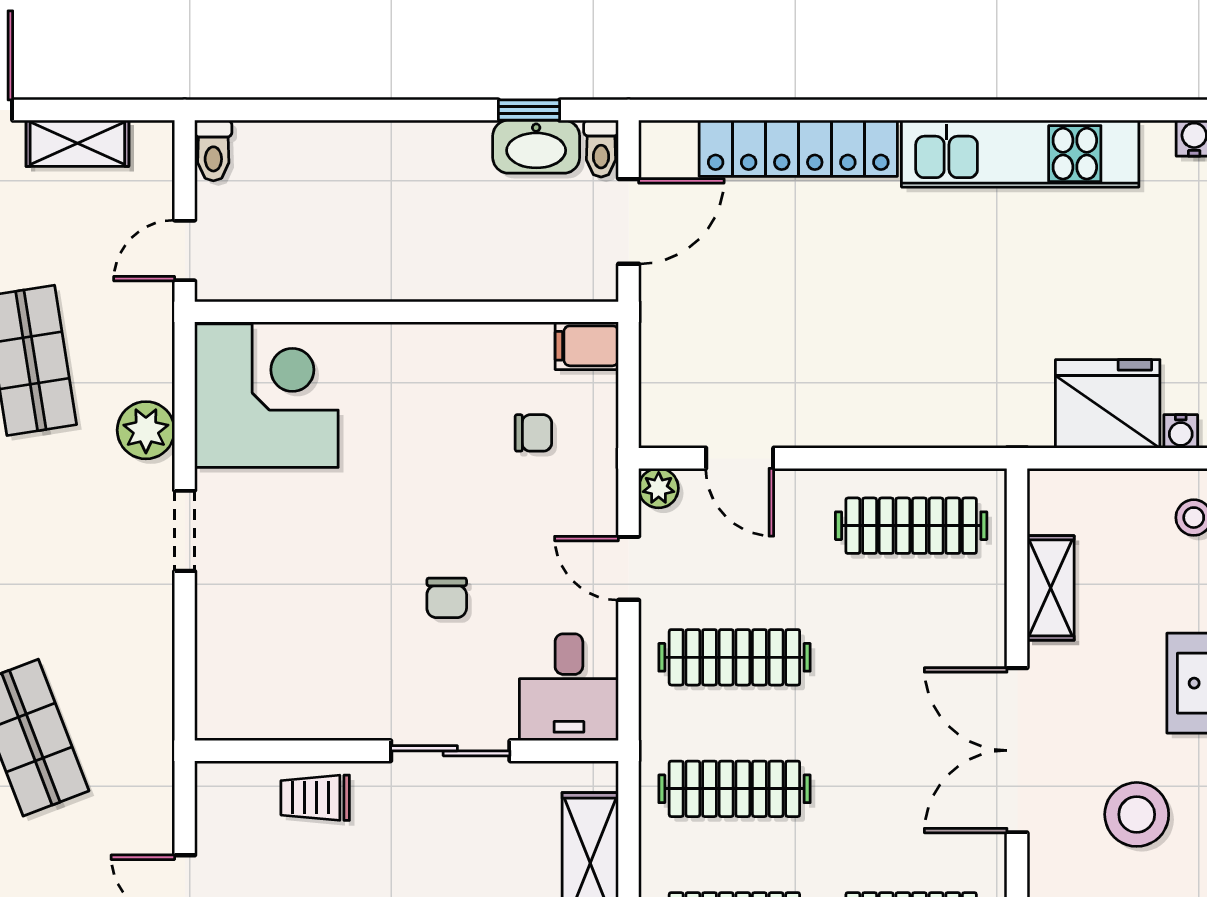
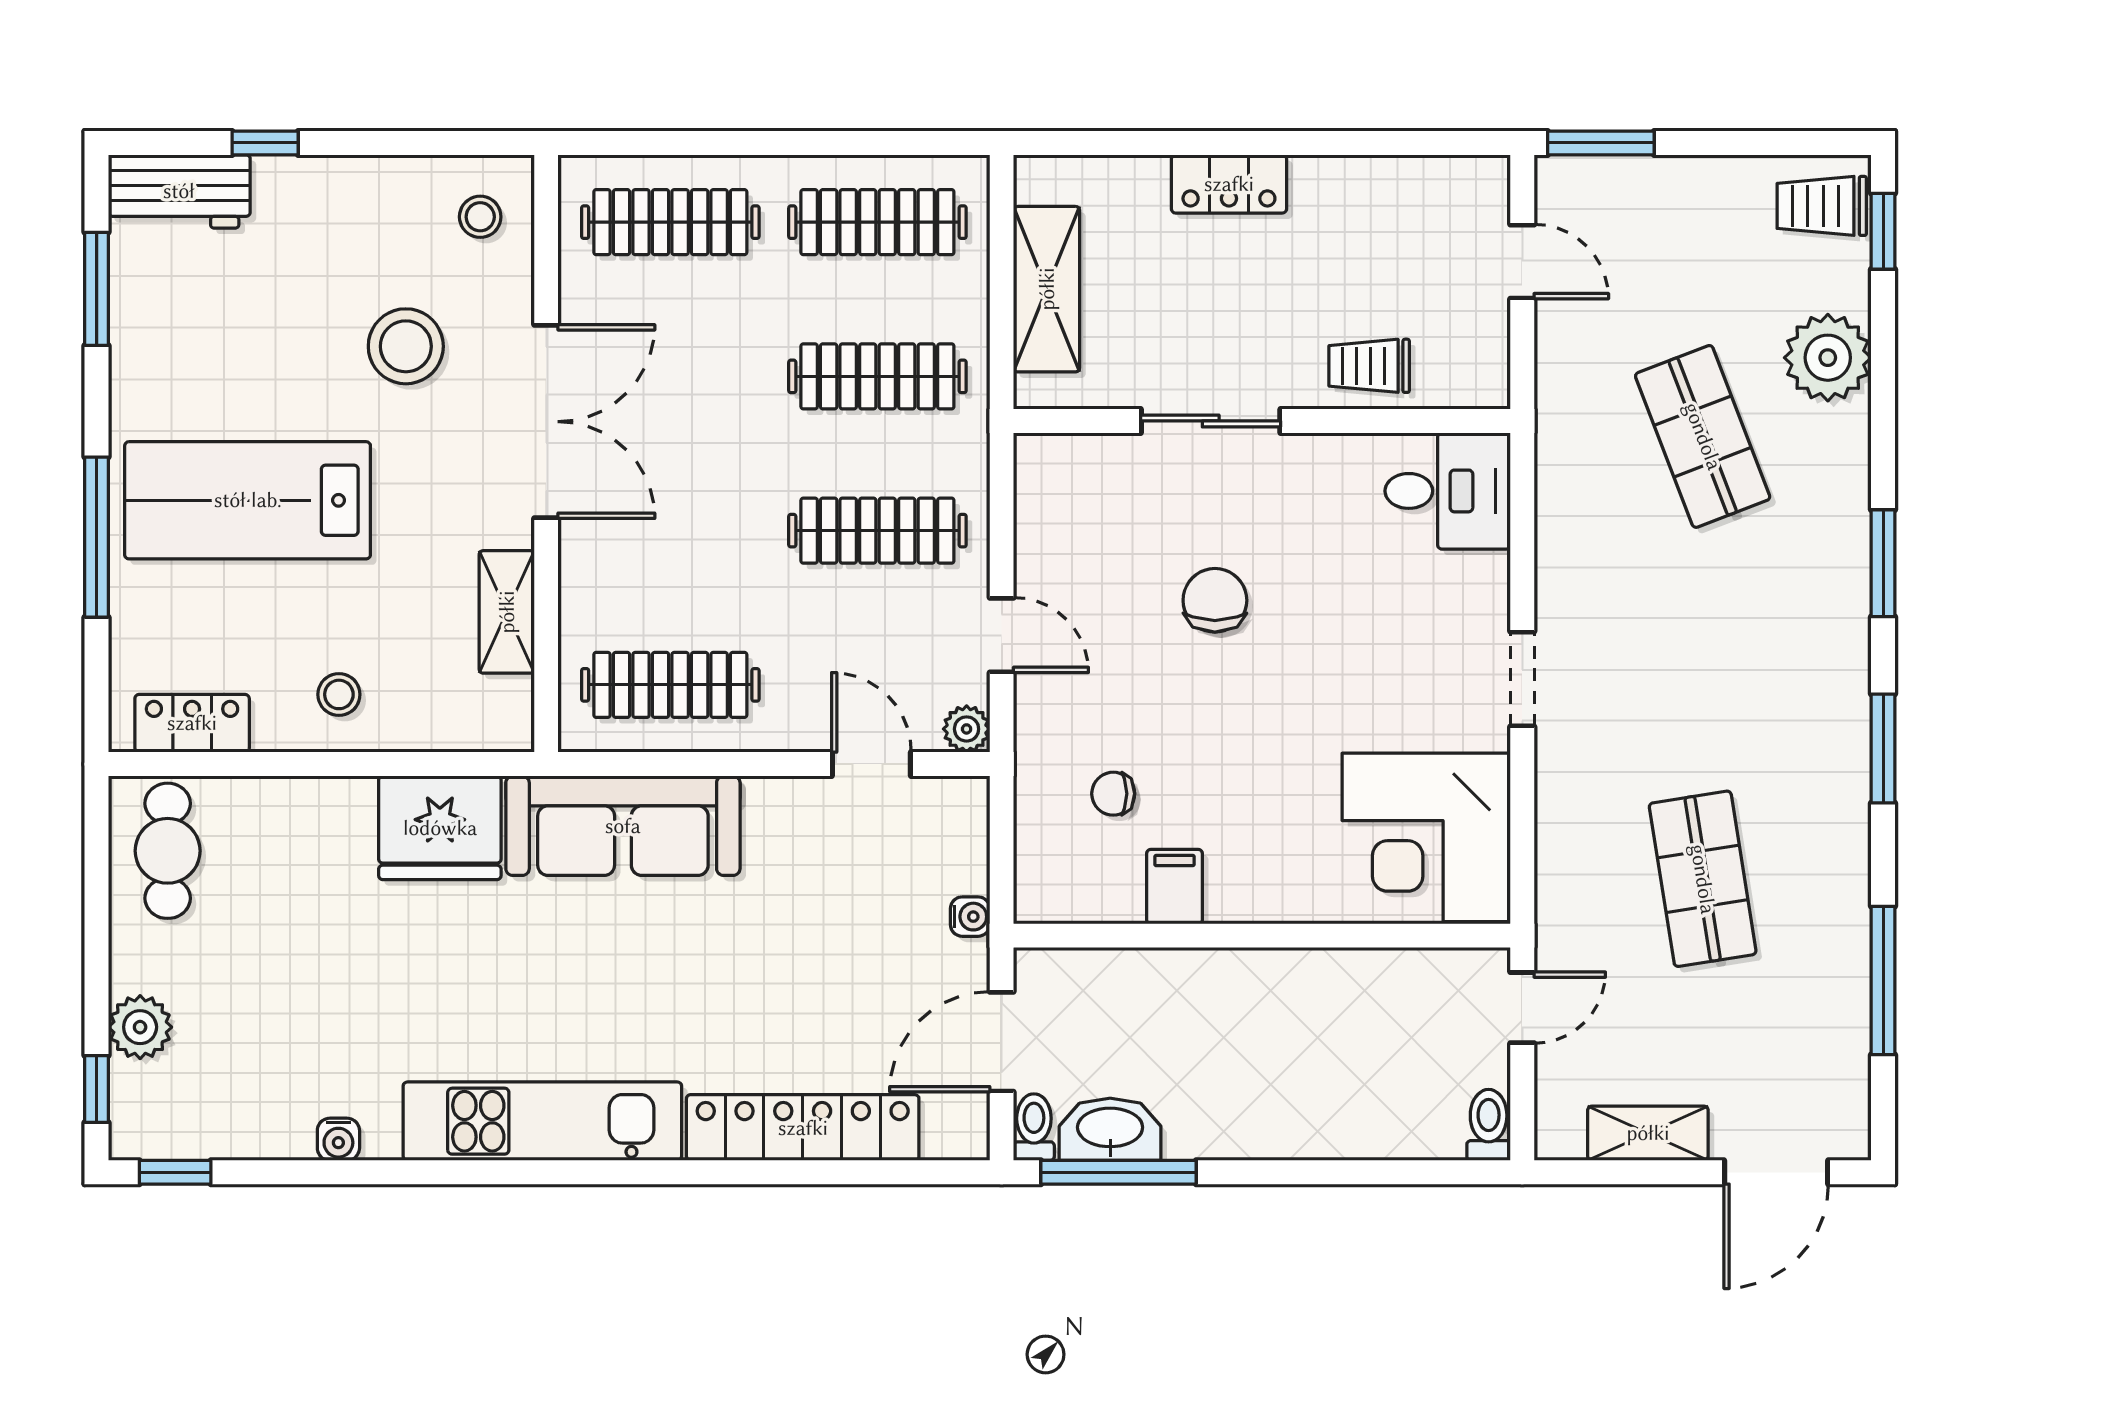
window: (529, 110) -> (1118, 1172), width x2.17
filing cabinet: (587, 346) -> (1174, 887), moved, turned -90
sofa: (952, 406) -> (623, 826), added
plant: (146, 430) -> (1568, 797), removed
water cooler: (1181, 431) -> (970, 917), moved, turned 90
chair: (447, 598) -> (1215, 600), width x1.37, depth x1.37
desk: (569, 687) -> (1448, 491), moved, turned 90
trolley: (315, 798) -> (1369, 366), turned 180

